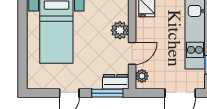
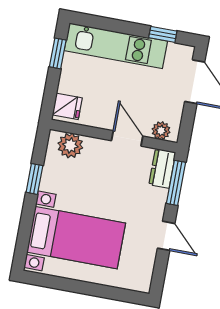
plant: (120, 30) -> (70, 145), moved

